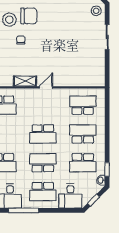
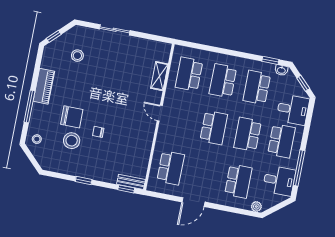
stool: (96, 11) -> (77, 56), moved
chair: (29, 16) -> (72, 117), turned 90
shelving: (25, 81) -> (159, 76), moved
school desk: (83, 163) -> (257, 87), turned 180

